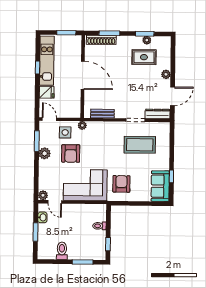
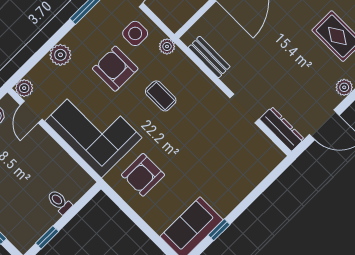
coffee table: (140, 145) -> (161, 96), moved, width x0.54, depth x0.58
plant: (45, 153) -> (60, 55), moved
armchair: (71, 153) -> (115, 69), turned 90
armchair: (121, 184) -> (143, 175), turned 180

